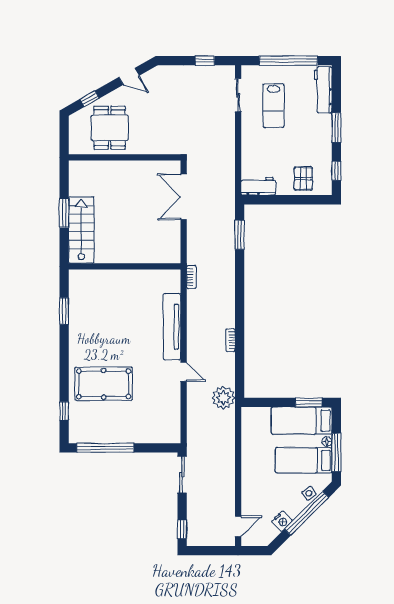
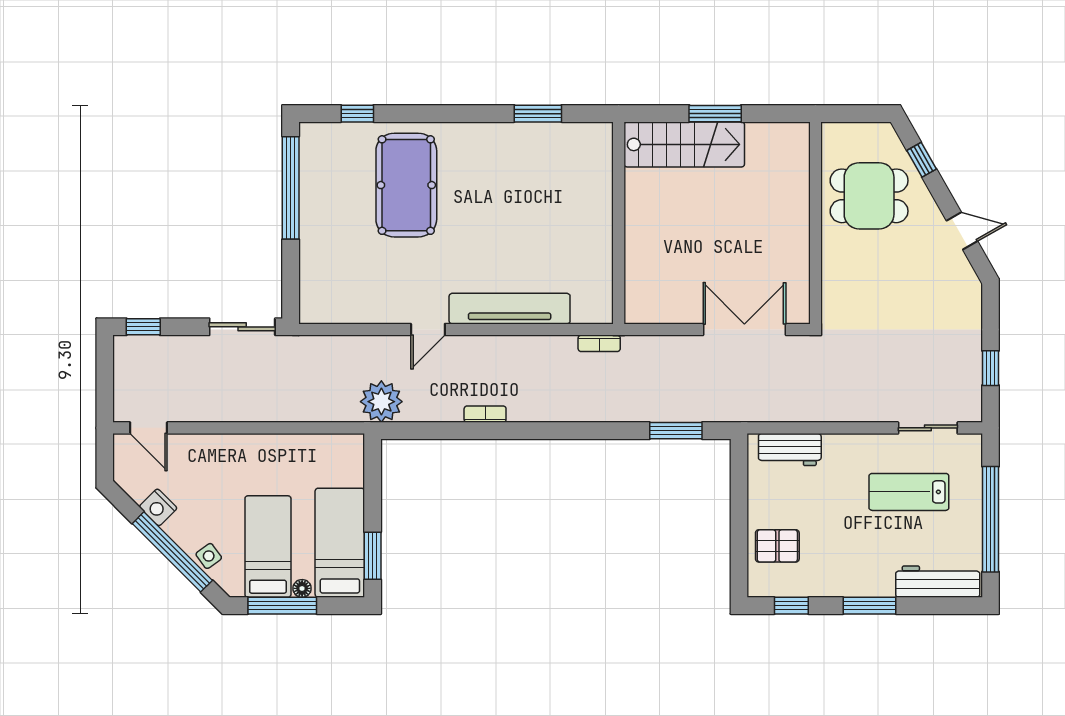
door: (129, 76) -> (962, 231), swing flipped
workbench: (258, 186) -> (790, 450), moved, turned 90

